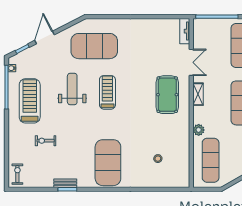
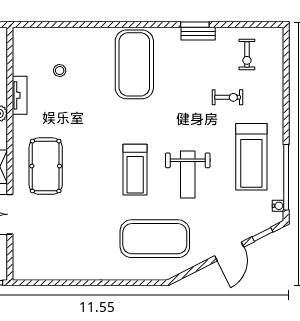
tv unit: (185, 31) -> (20, 95), moved
exercise bike: (17, 174) -> (247, 54), moved

